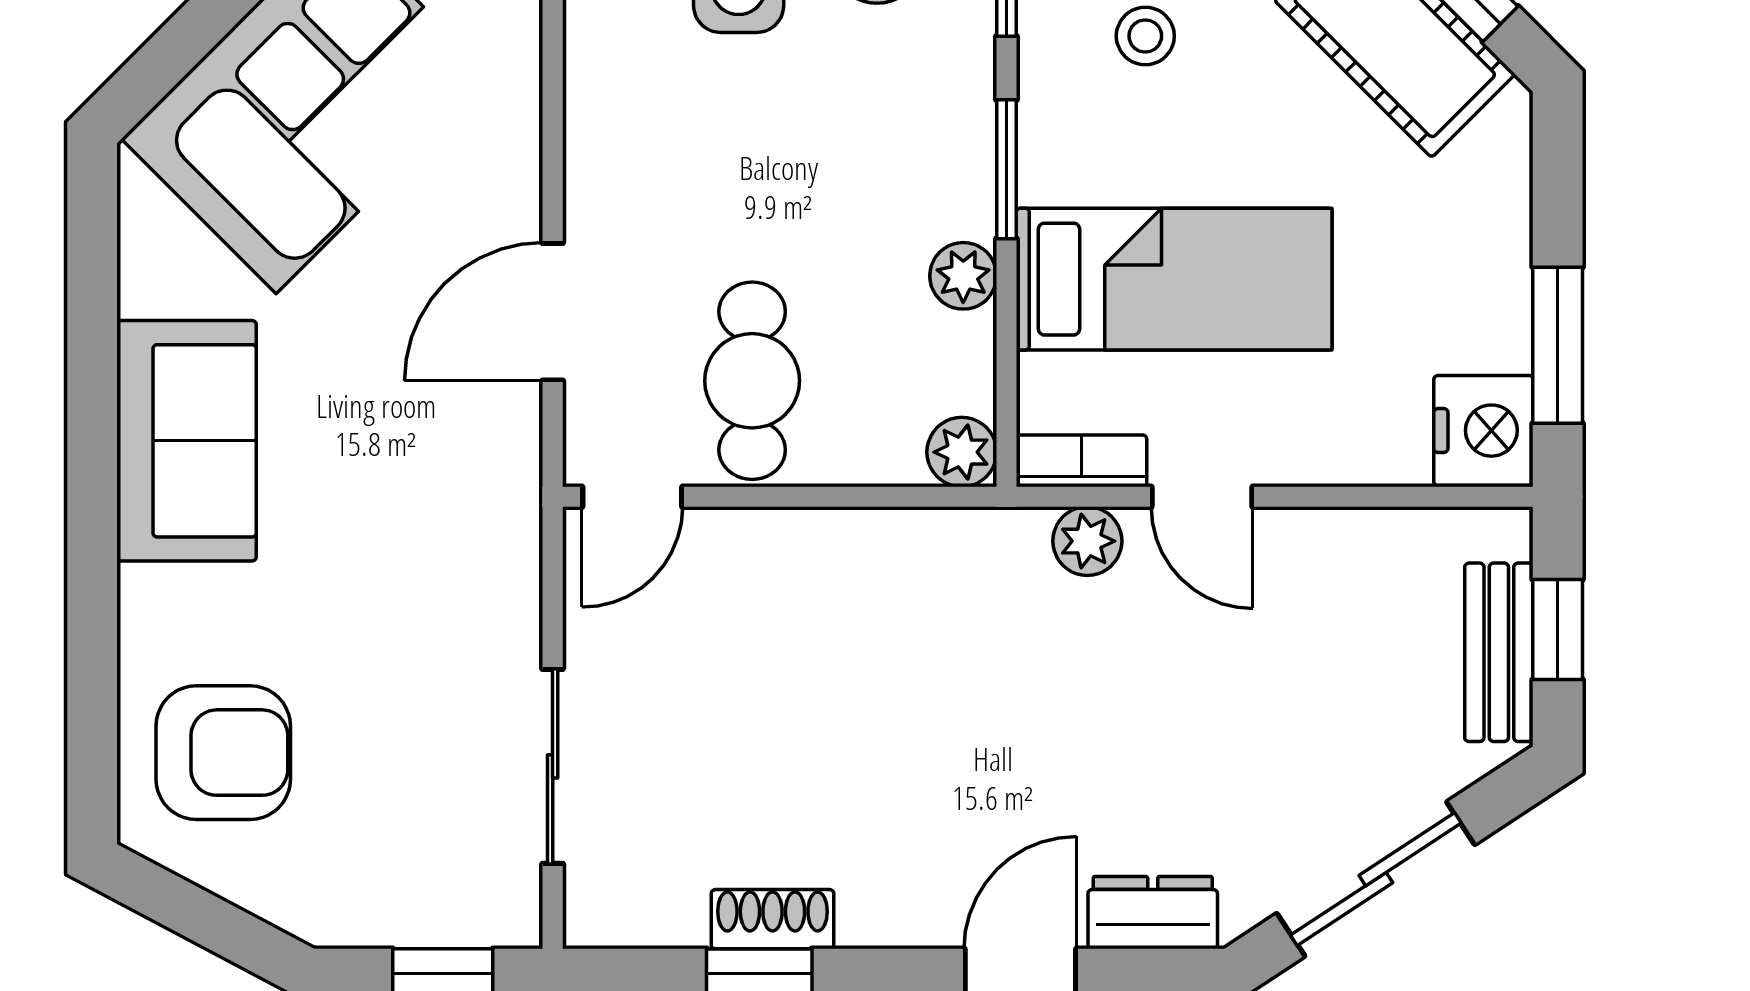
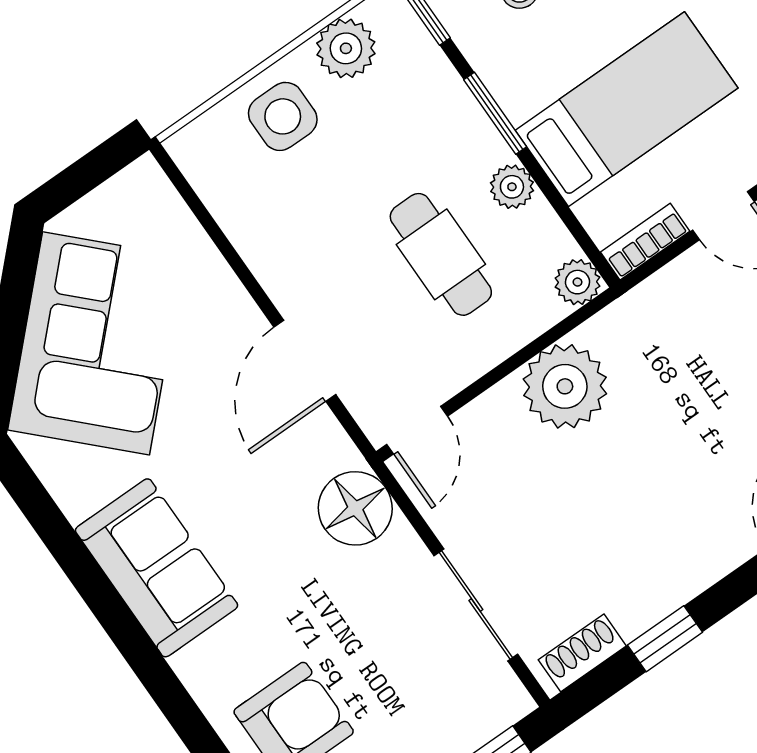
cafe table: (752, 381) -> (441, 254), moved
floor lamp: (487, 540) -> (355, 508), added
plant: (1087, 541) -> (565, 386), moved, width x1.87, depth x1.87
shoe rack: (772, 919) -> (582, 653), moved

